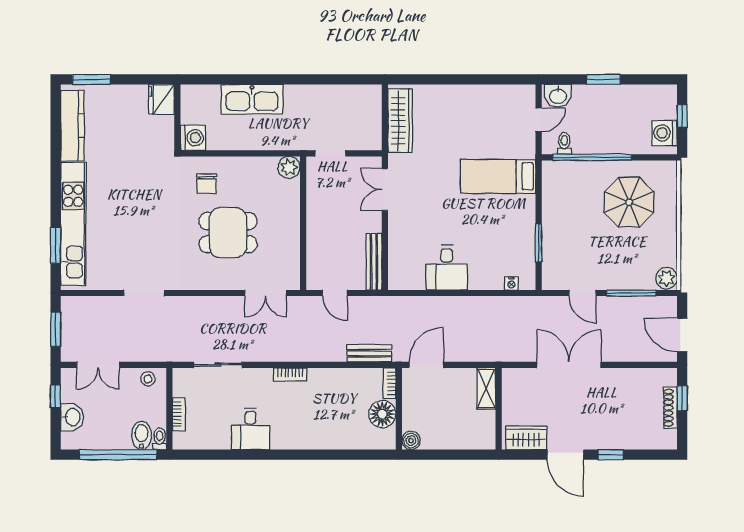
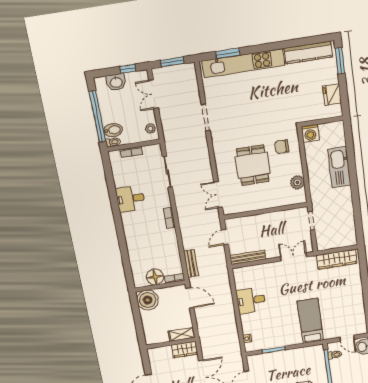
fridge: (162, 99) -> (332, 95), moved, turned -90
plant: (289, 167) -> (297, 182), moved
wardrobe: (526, 438) -> (185, 350), moved, turned 90
boiler: (411, 441) -> (148, 300), width x1.86, depth x1.86

